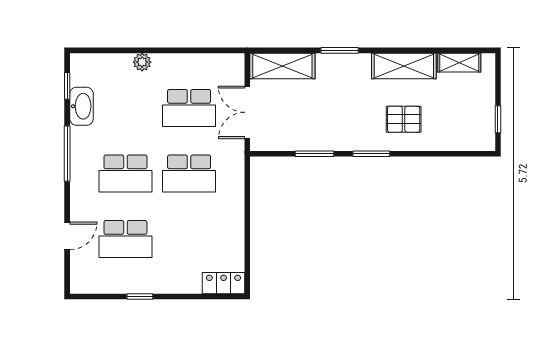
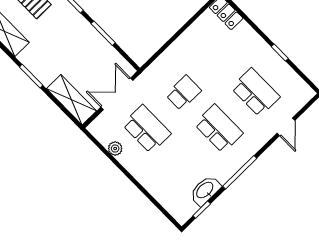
plant: (142, 62) -> (115, 149), moved
double door: (247, 112) -> (117, 94), swing flipped
school desk: (189, 173) -> (184, 93), width x0.54
door: (67, 236) -> (286, 127), swing flipped

